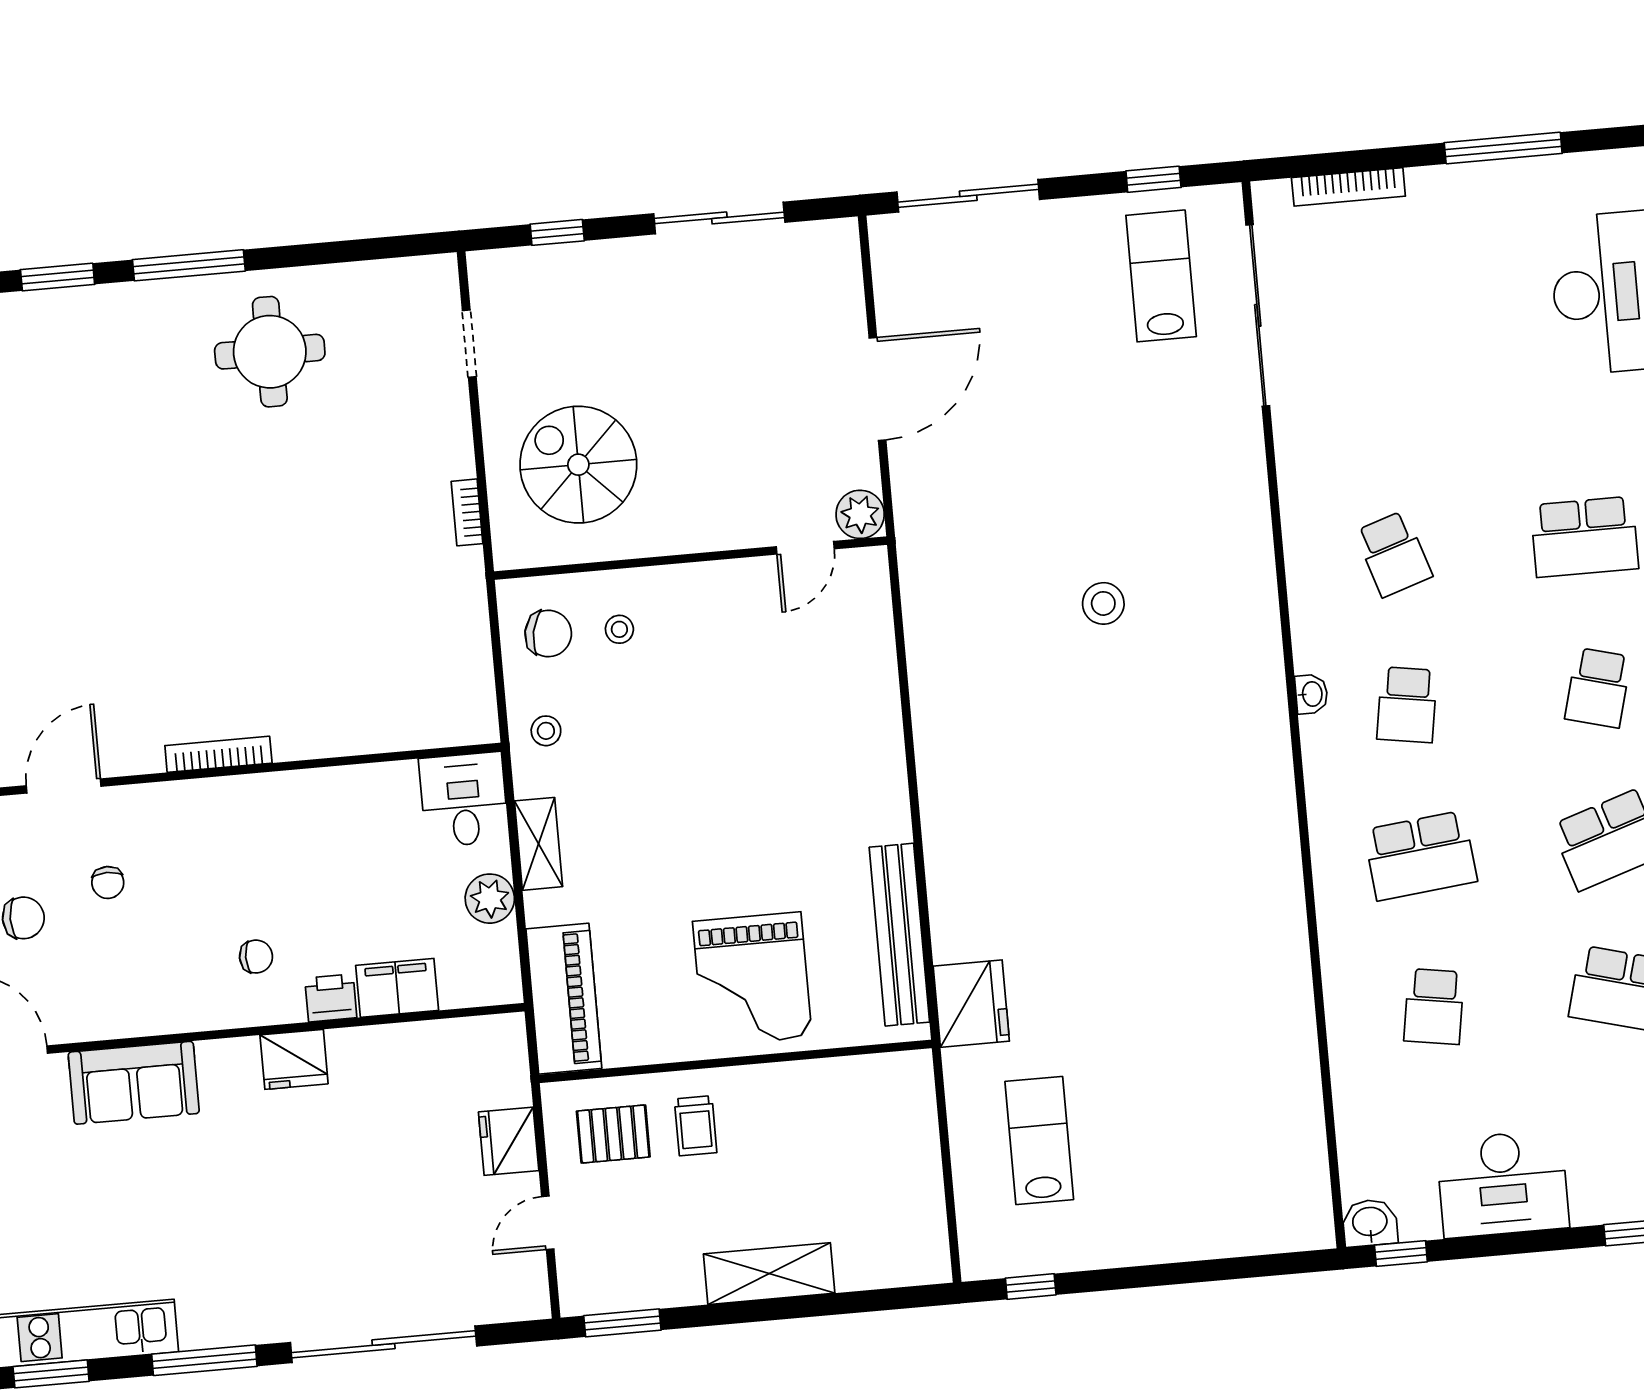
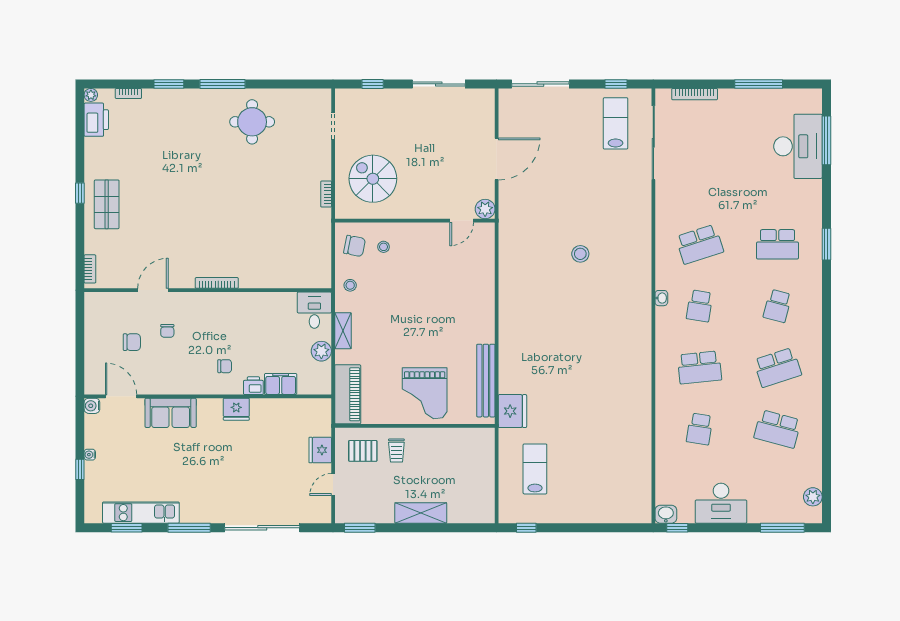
school desk: (1393, 554) -> (700, 244), width x1.85

